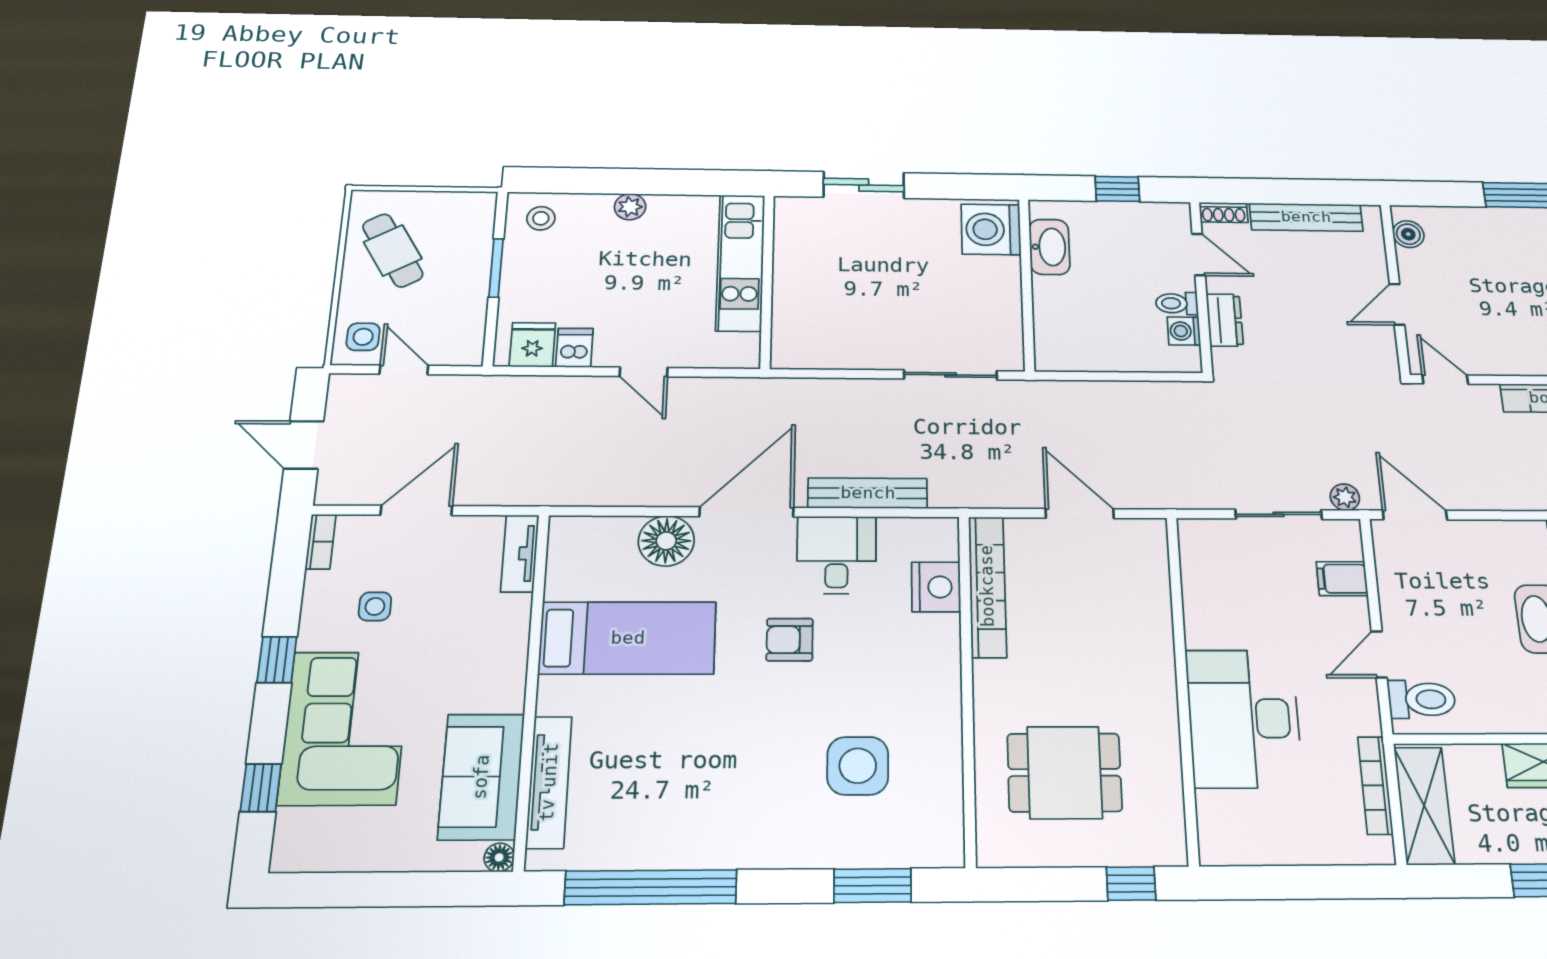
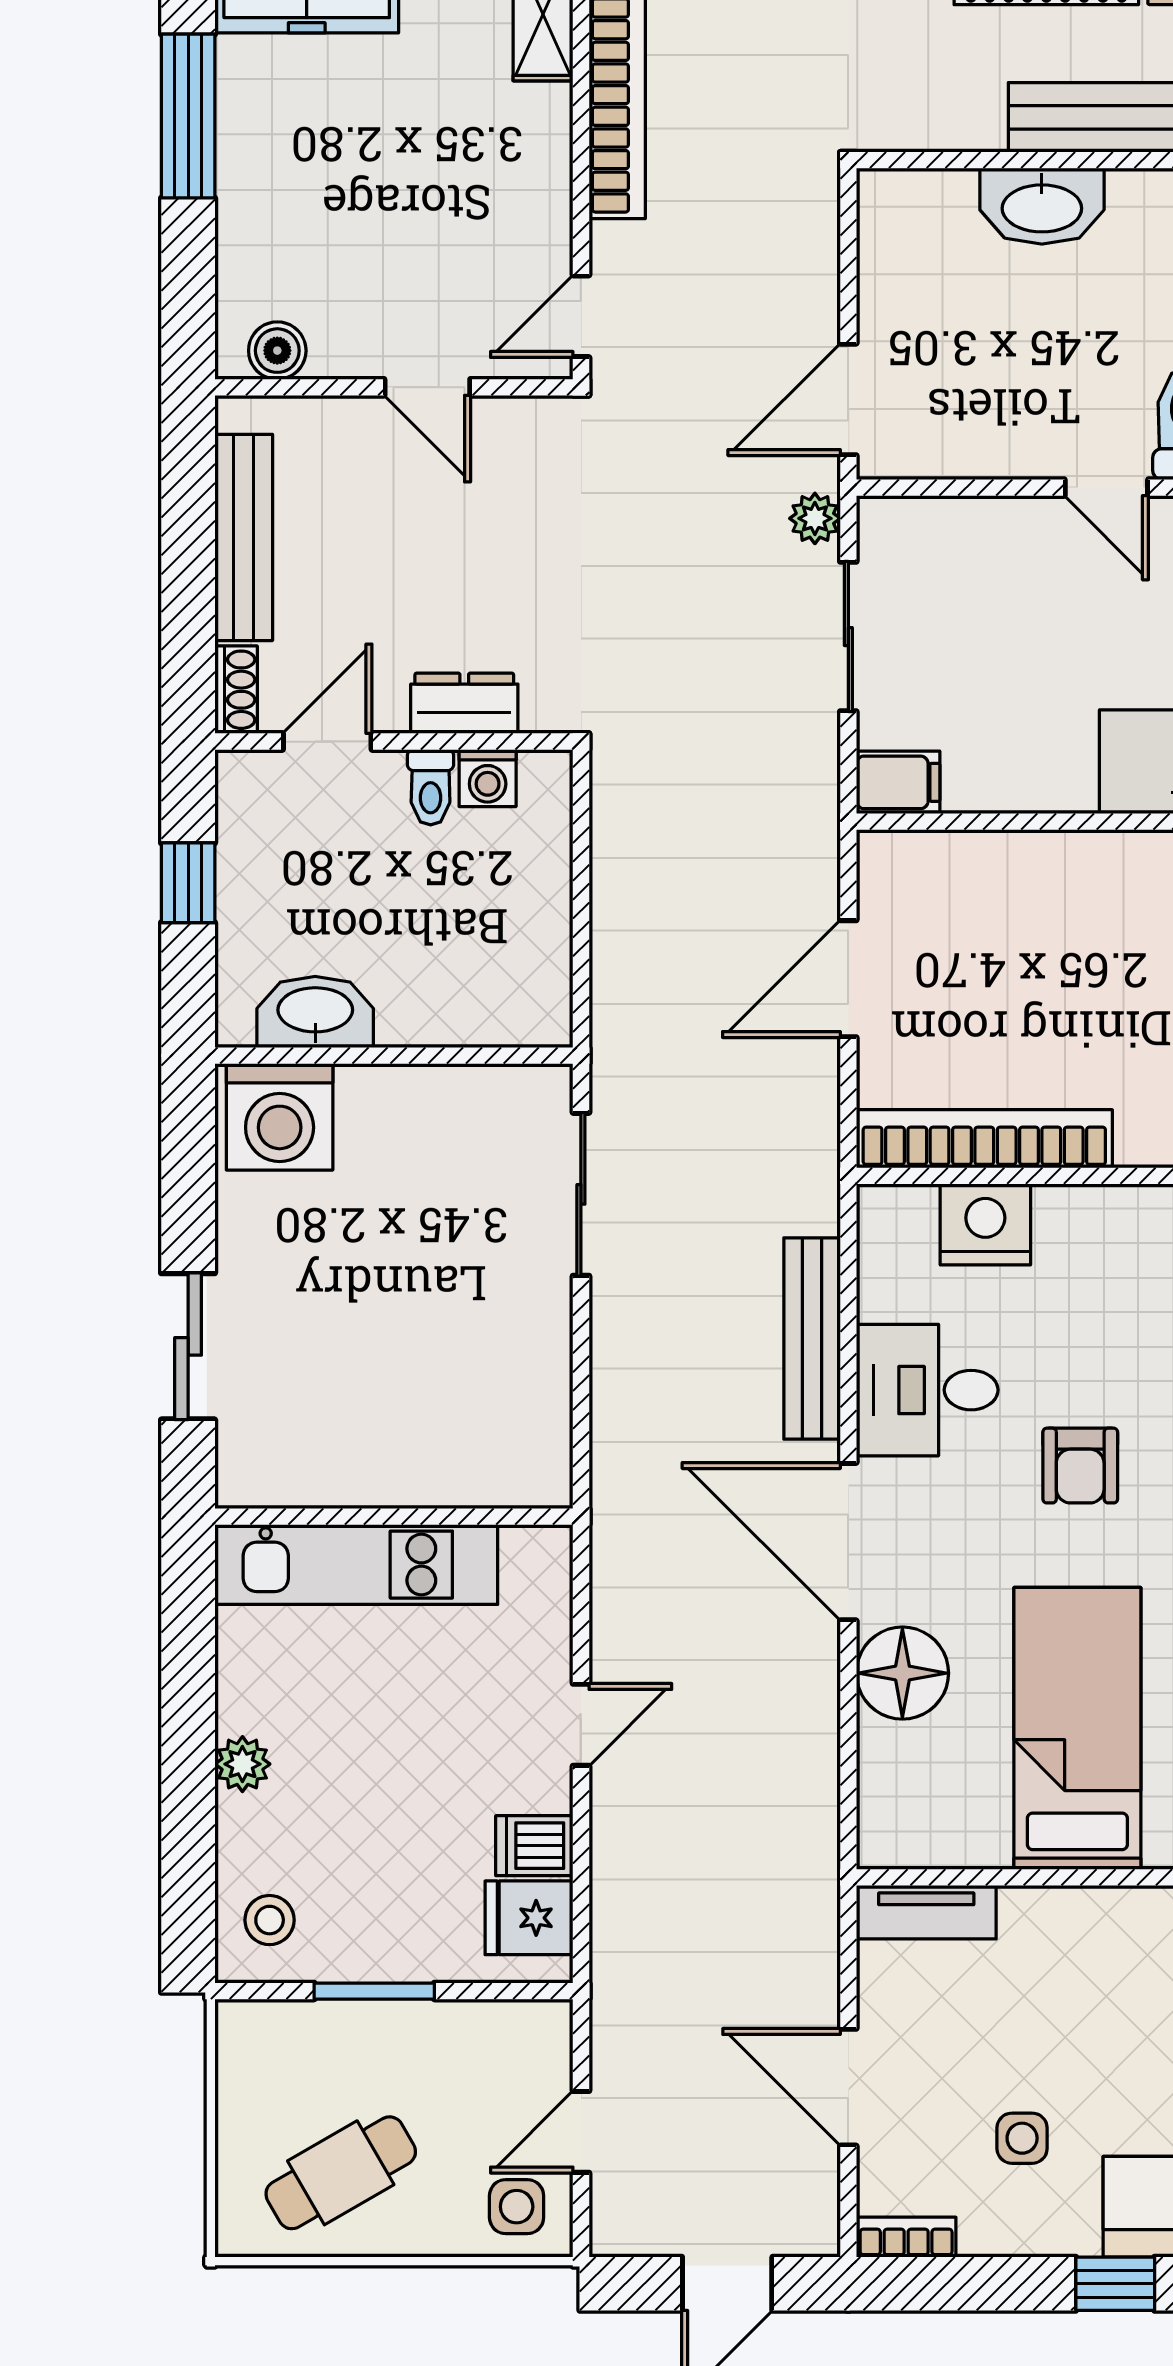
filing cabinet: (1342, 579) -> (898, 782), moved, turned -90

